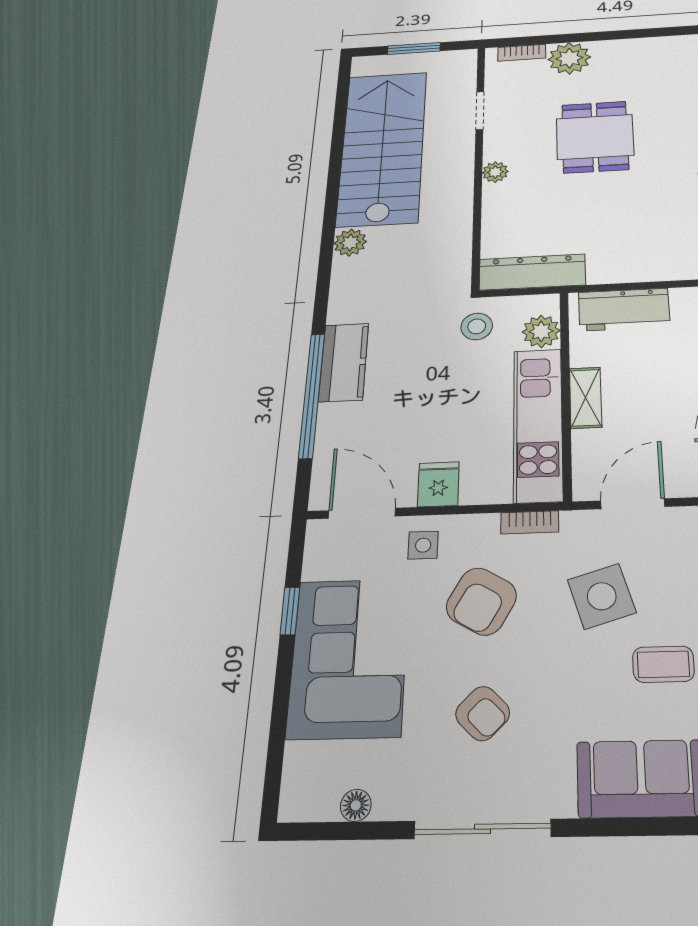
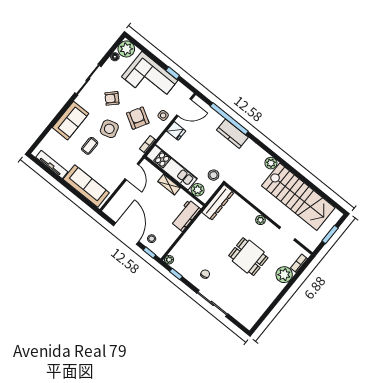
side table: (602, 596) -> (109, 129), moved
plant: (309, 791) -> (126, 49), added

